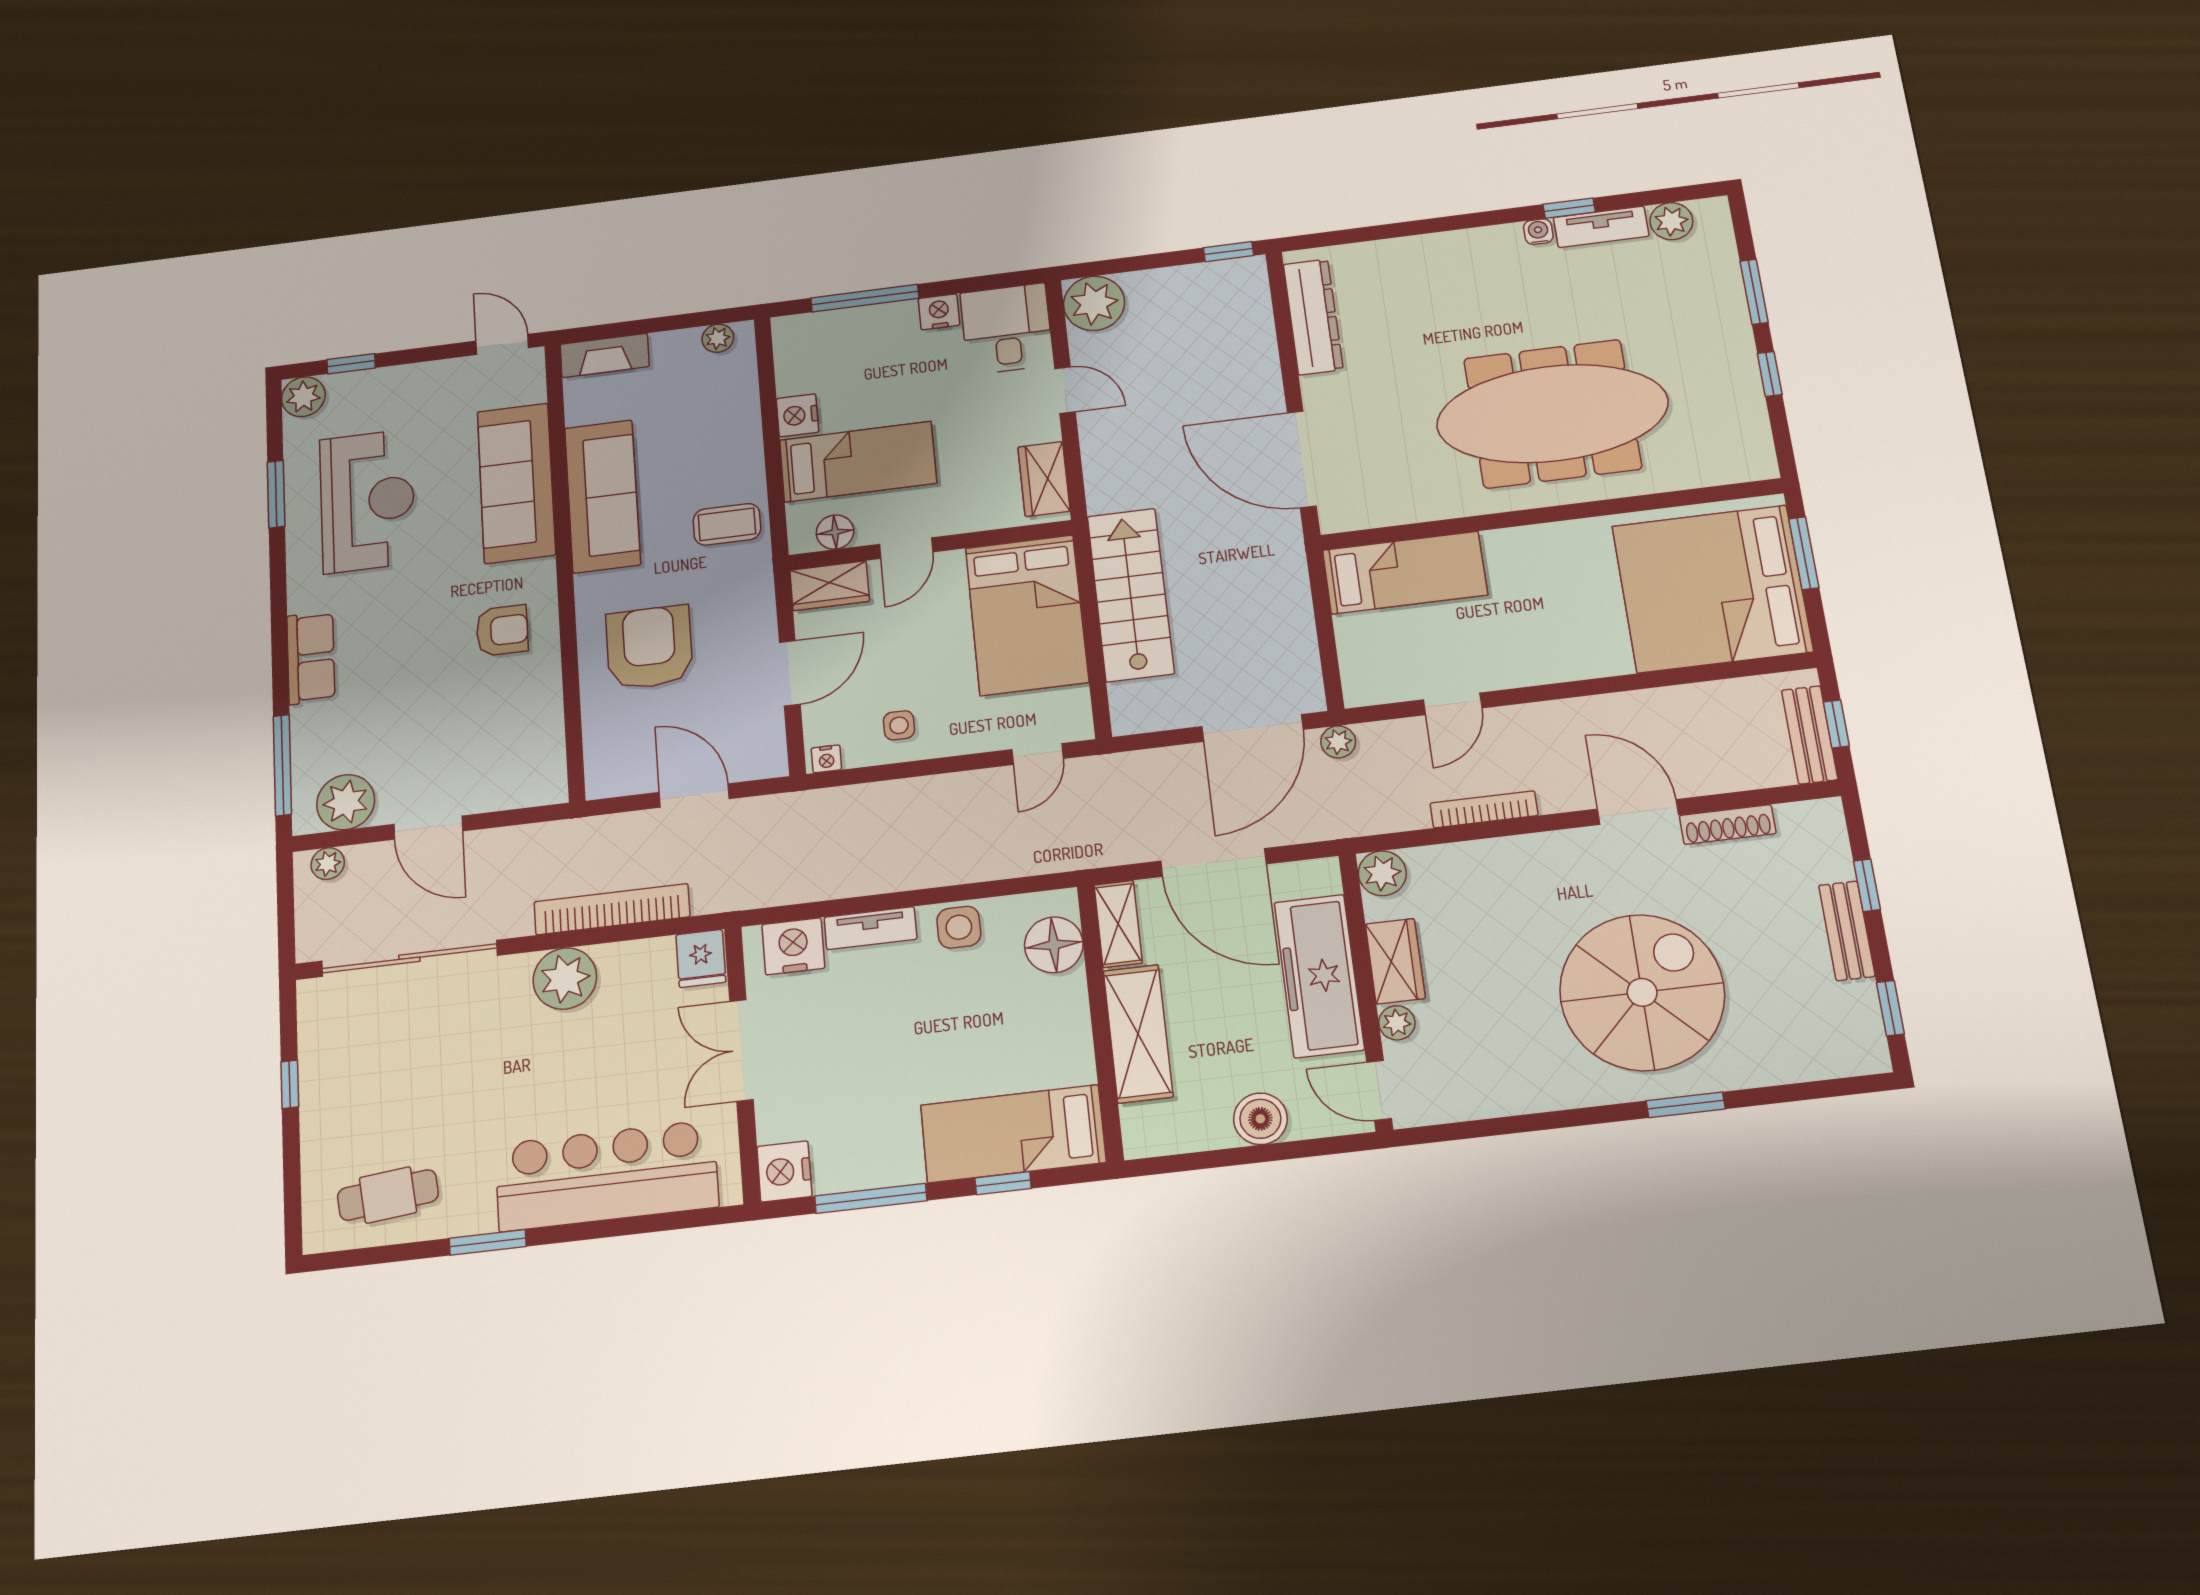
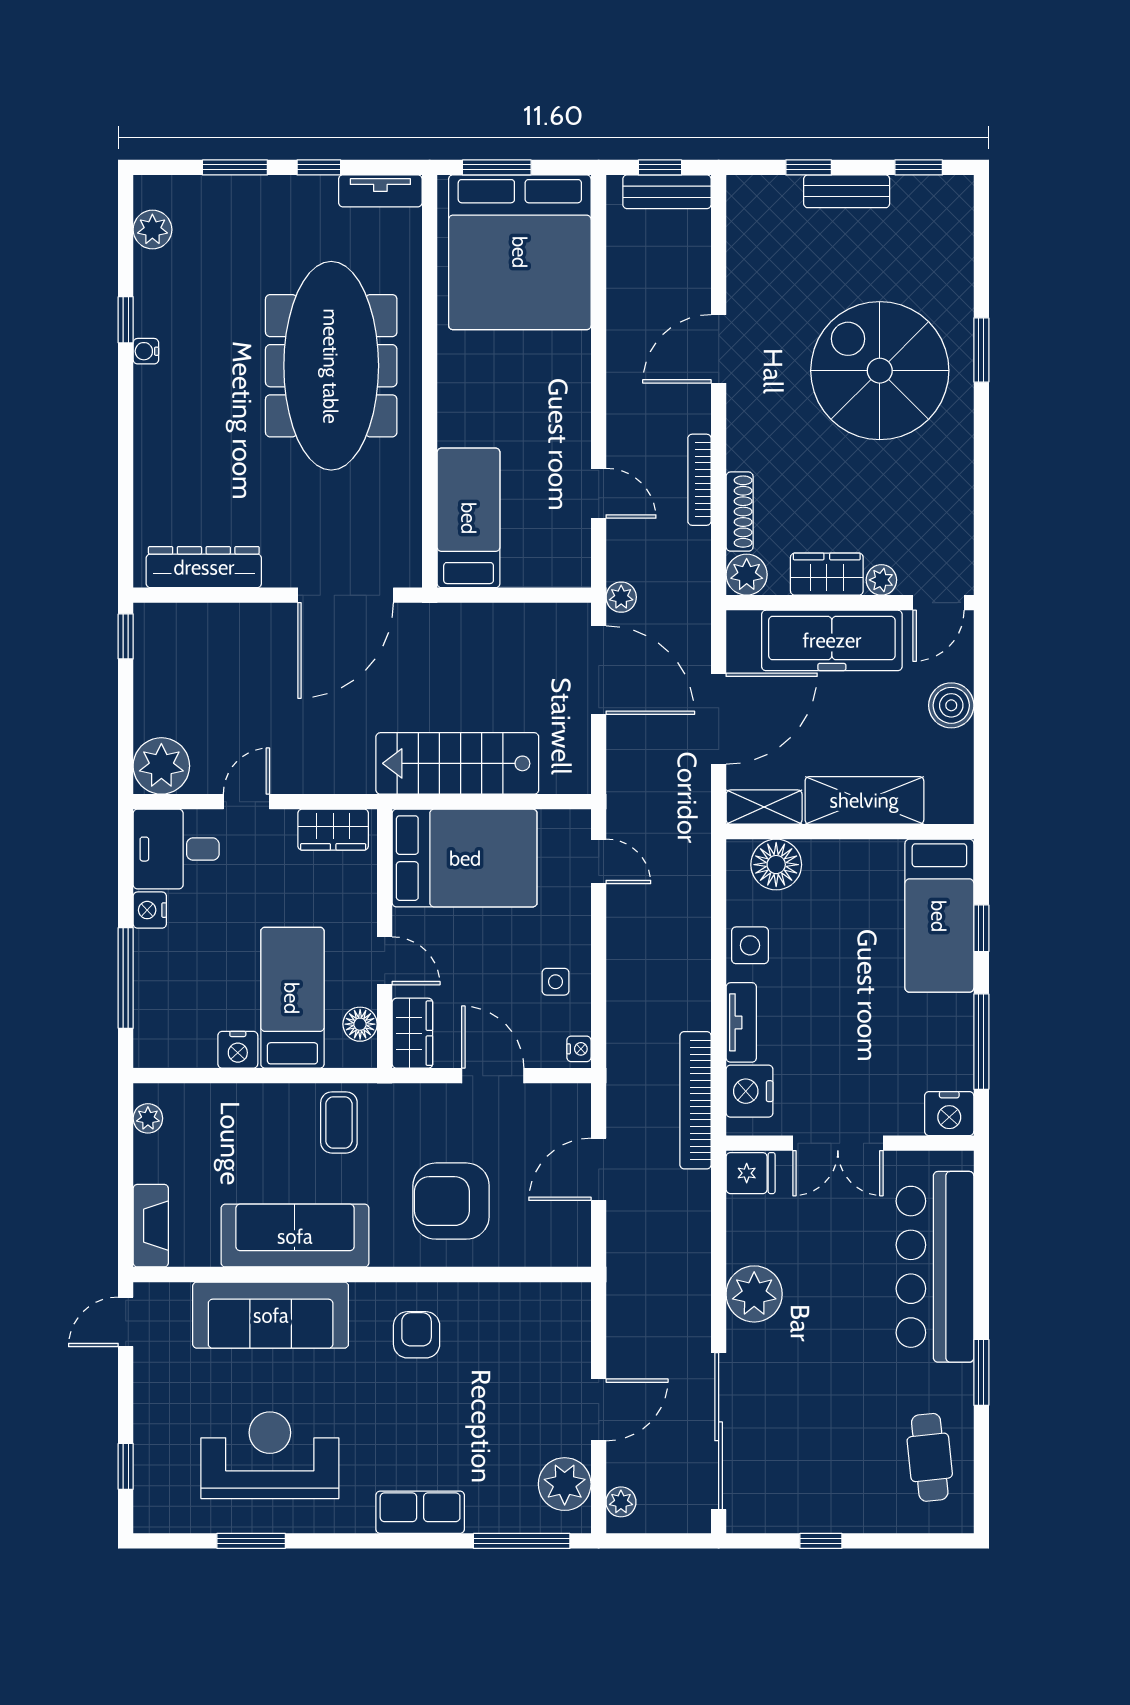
tv unit: (1601, 227) -> (380, 191), moved, turned 90
plant: (303, 397) -> (154, 1513), removed
shoe rack: (1728, 824) -> (740, 512), moved
bookcase: (612, 909) -> (696, 1100), moved

